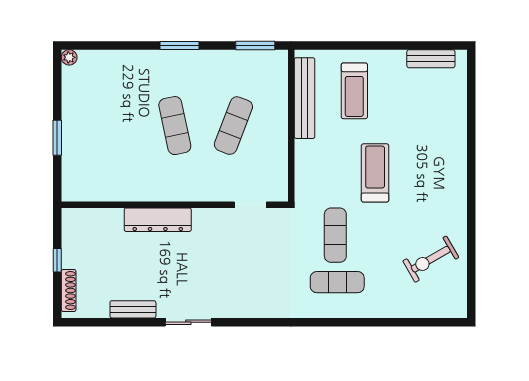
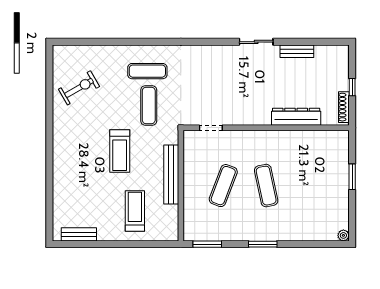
bench: (305, 98) -> (171, 174), moved
dresser: (158, 220) -> (296, 117), moved
shoe rack: (69, 291) -> (344, 107), moved

